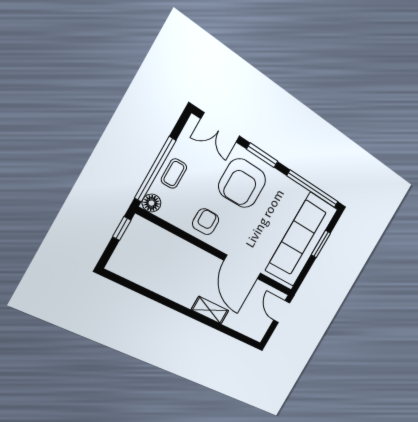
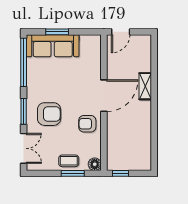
window: (155, 169) -> (73, 173), width x0.47
armchair: (242, 183) -> (49, 114), width x0.73, depth x0.73
sofa: (302, 240) -> (53, 46), width x0.74, depth x0.79
door: (242, 267) -> (104, 96), moved

